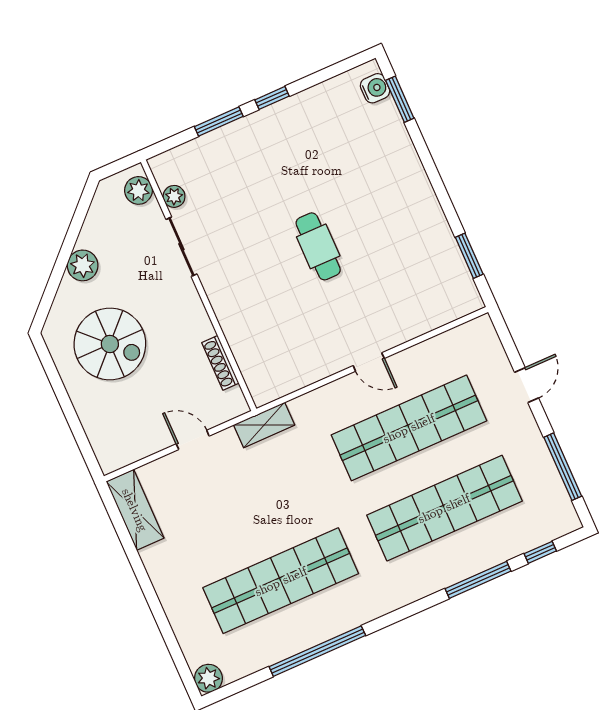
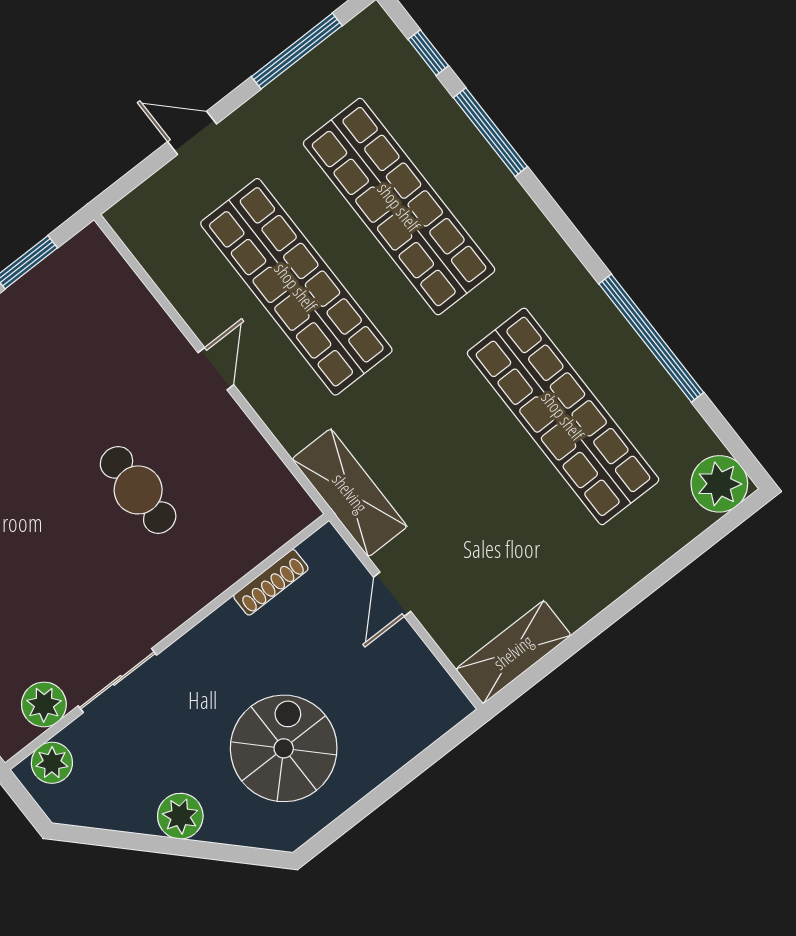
plant: (174, 196) -> (44, 704), width x1.38, depth x1.38
cafe table: (318, 246) -> (138, 490), moved, turned 90
shelving: (264, 425) -> (350, 493), width x1.50, depth x1.33
plant: (208, 678) -> (719, 484), width x1.36, depth x1.36

